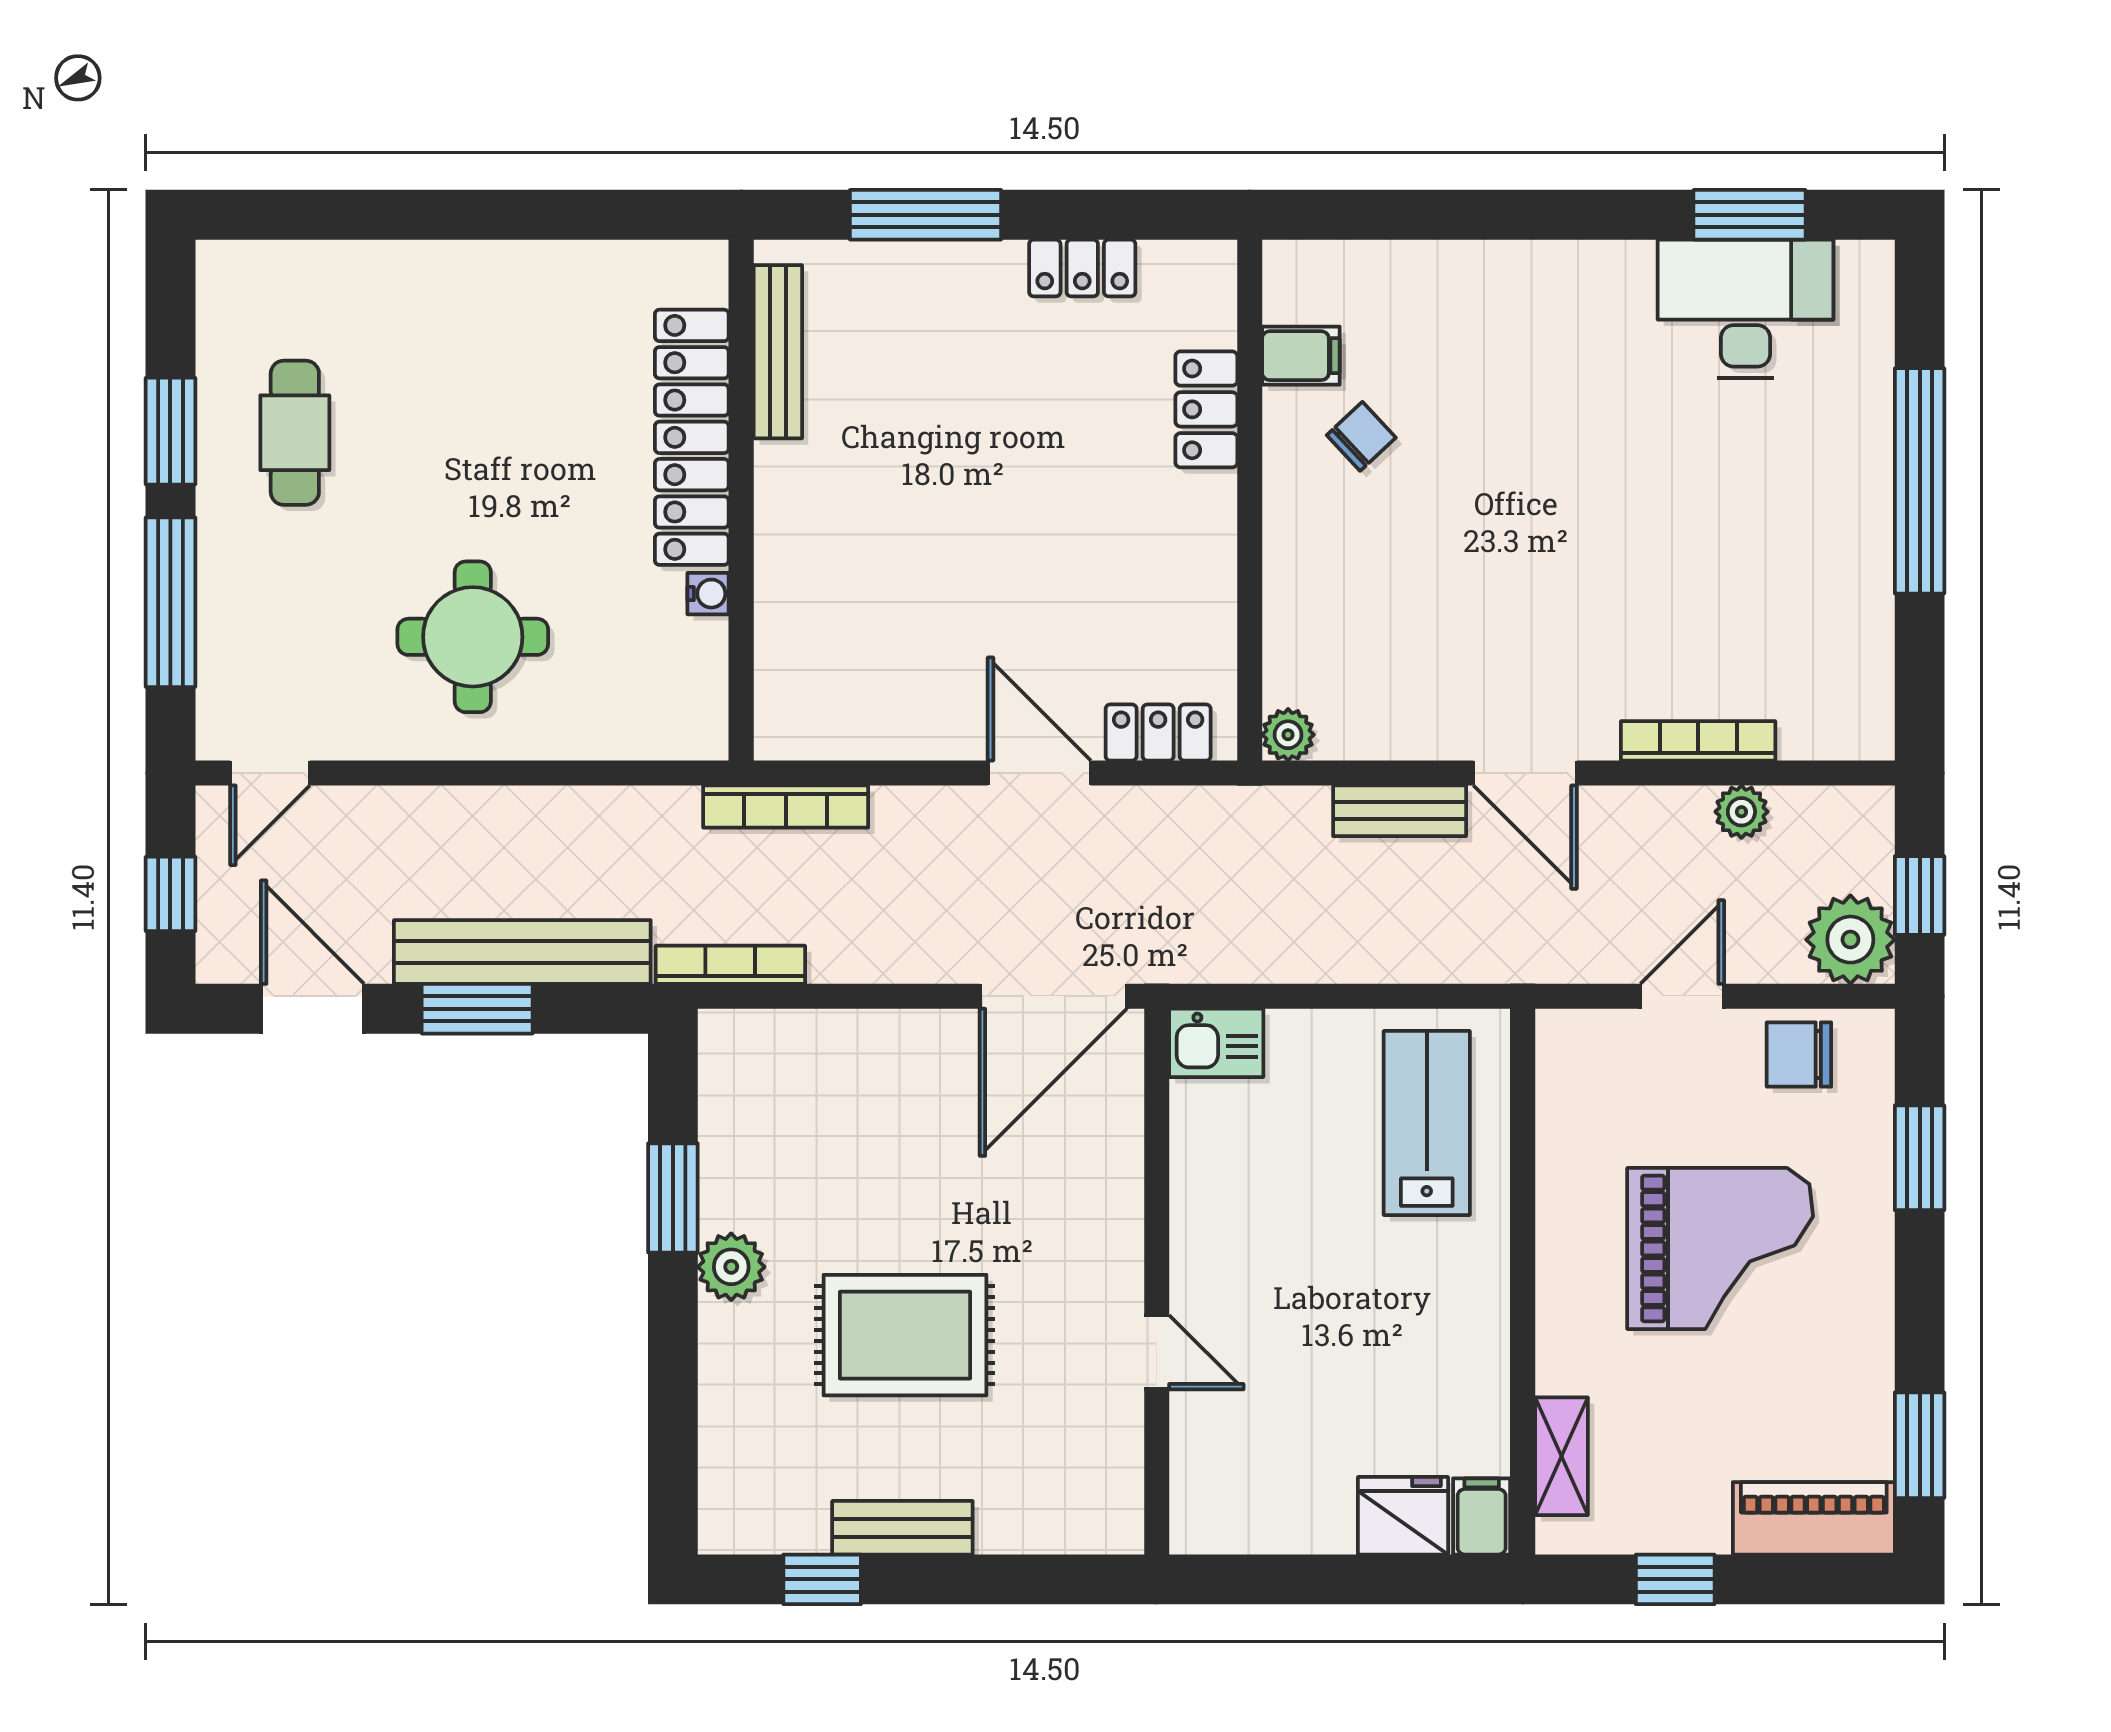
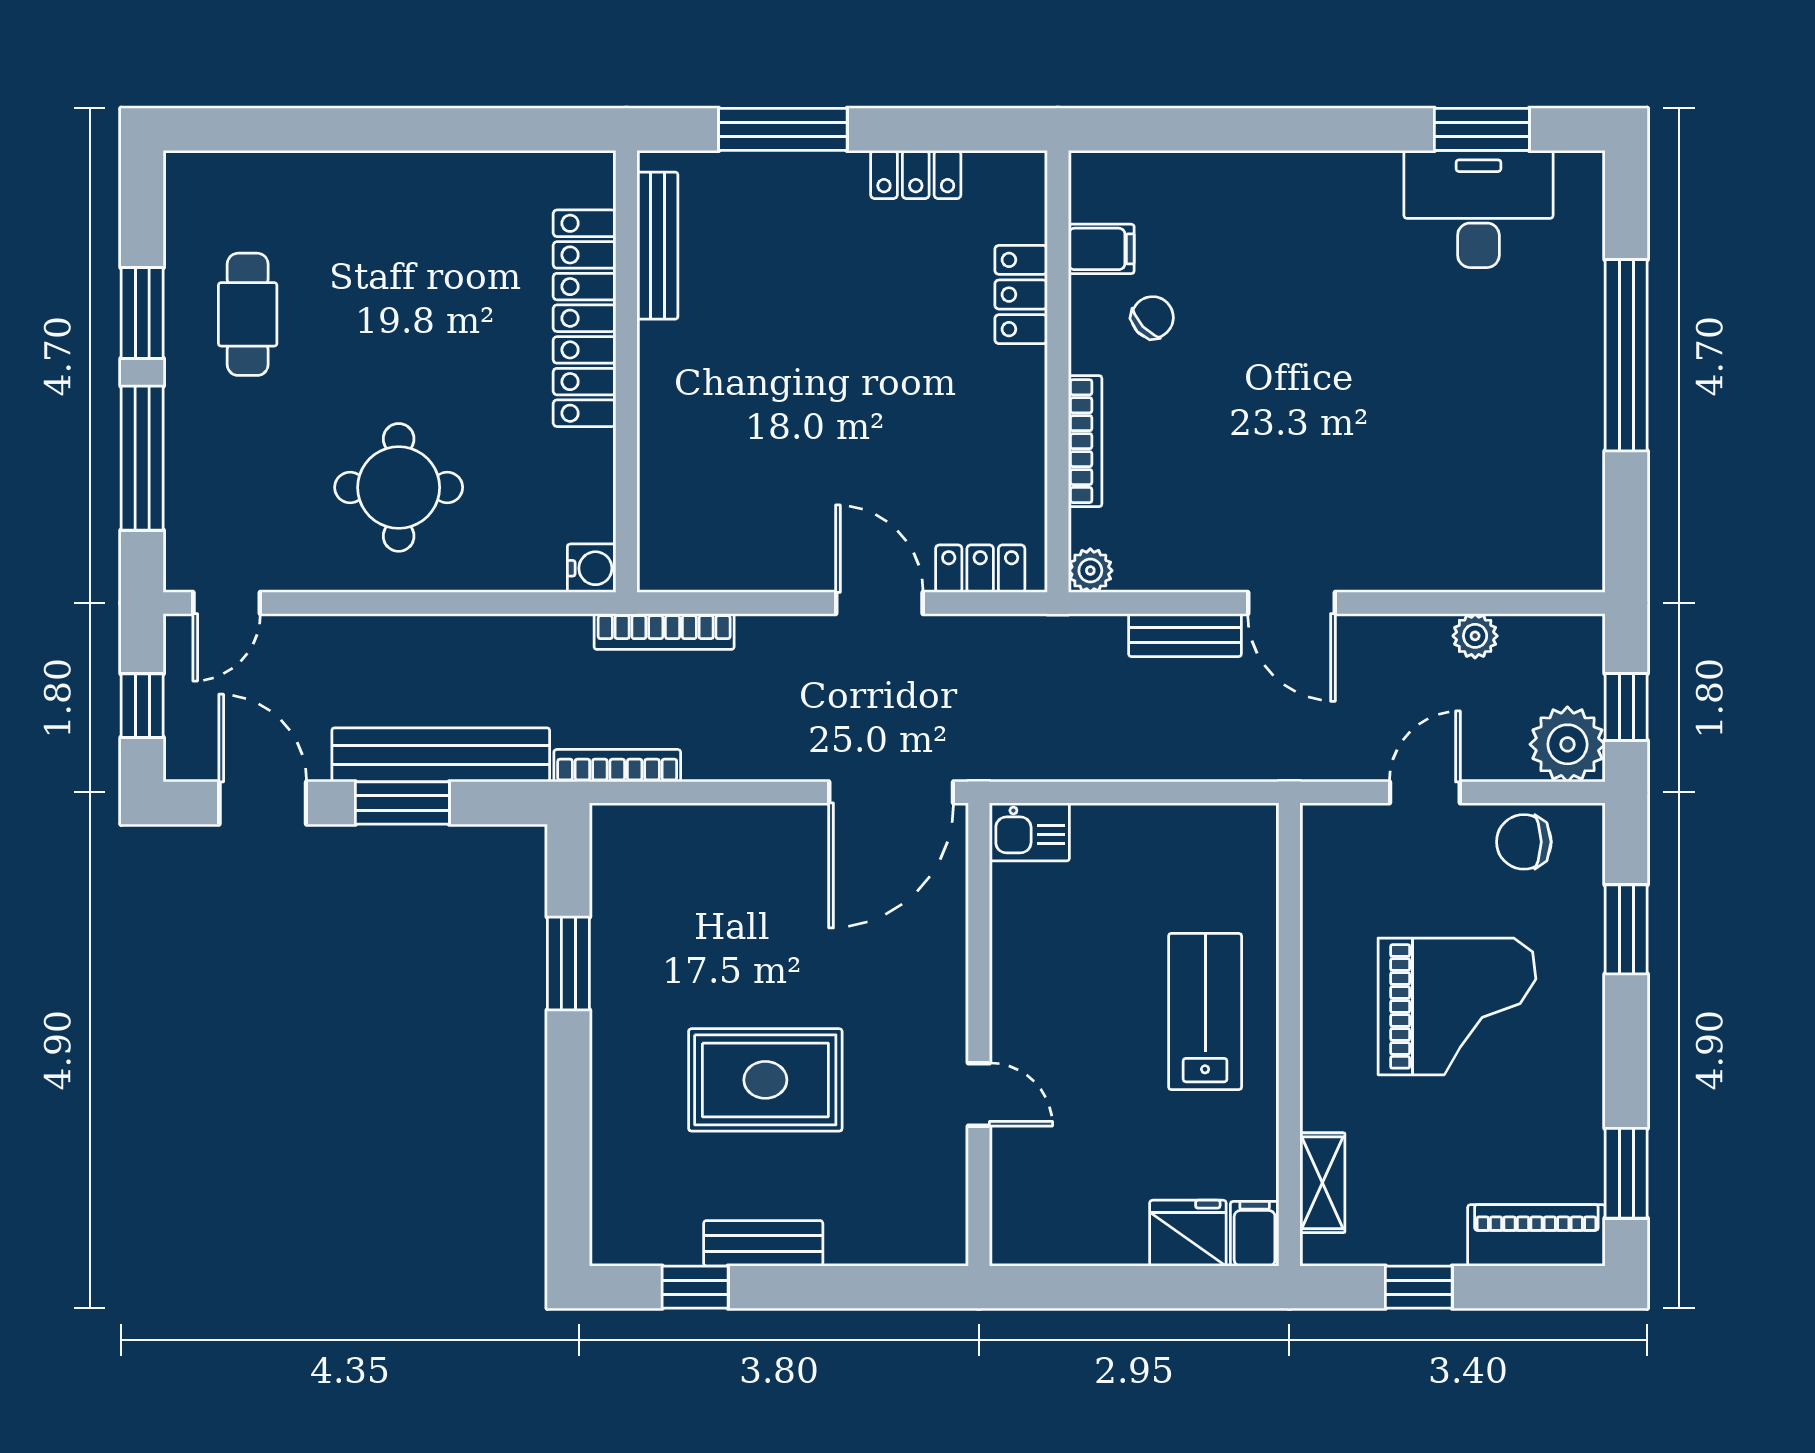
water cooler: (708, 594) -> (592, 568), moved, width x1.38, depth x1.38
bookcase: (1698, 741) -> (1085, 441), moved, turned 90
lab bench: (1427, 1123) -> (1205, 1012), moved
plant: (731, 1267) -> (618, 1022), removed

